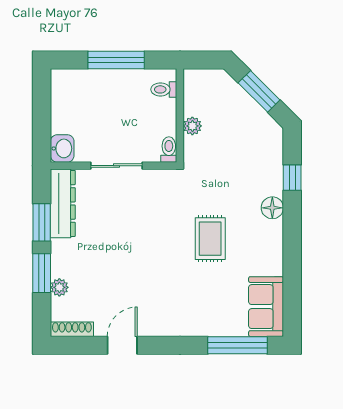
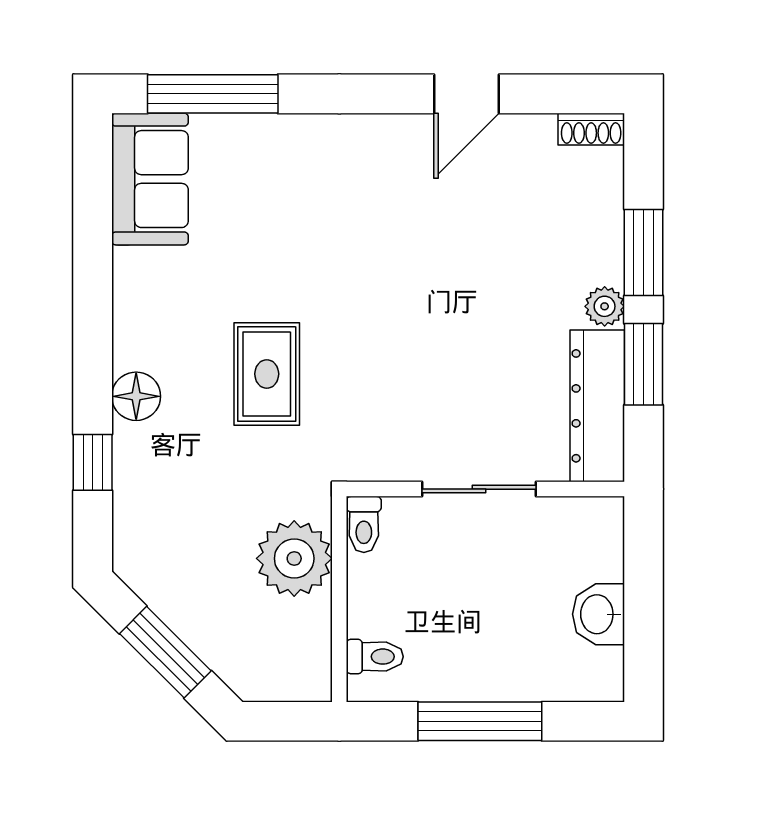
plant: (192, 126) -> (294, 558), width x1.87, depth x1.87
washbasin: (62, 148) -> (598, 614), moved
rug: (210, 239) -> (267, 374), moved
plant: (59, 287) -> (605, 306), moved
shoe rack: (72, 329) -> (591, 129), width x0.70

